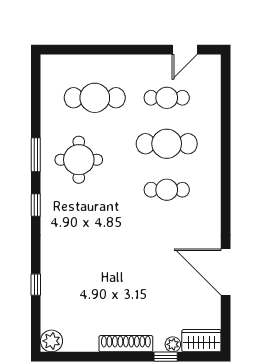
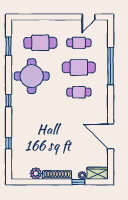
window: (226, 141) -> (111, 66), added
window: (36, 155) -> (9, 46), moved
round table: (79, 160) -> (32, 76), width x1.36, depth x1.36
plant: (51, 341) -> (36, 173), moved

